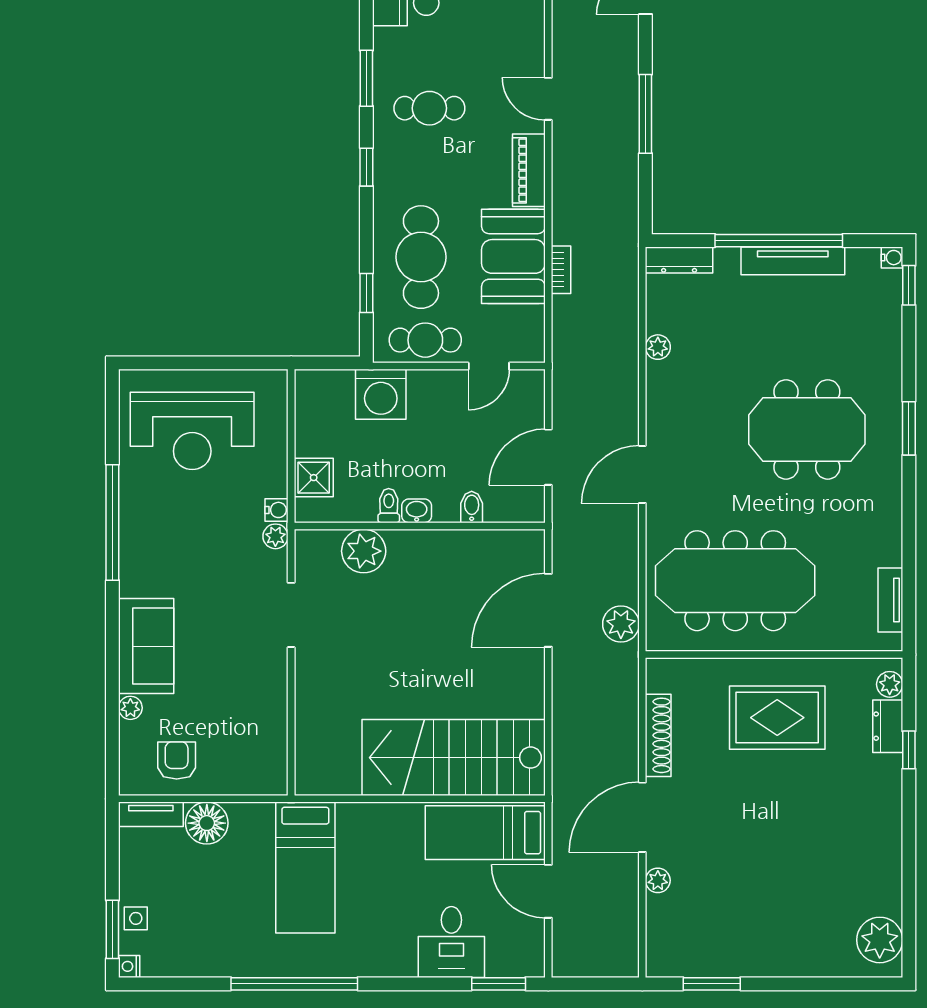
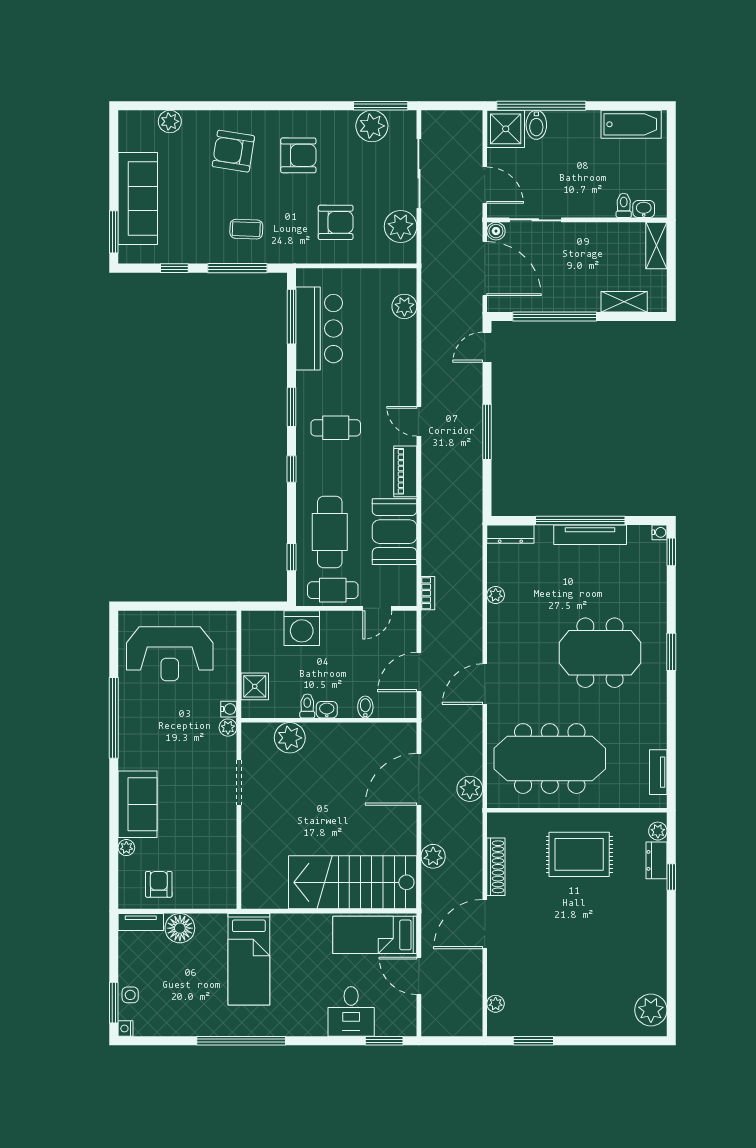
bookcase: (561, 270) -> (428, 593), moved
plant: (569, 720) -> (433, 856), added
plant: (658, 880) -> (496, 1004), moved

